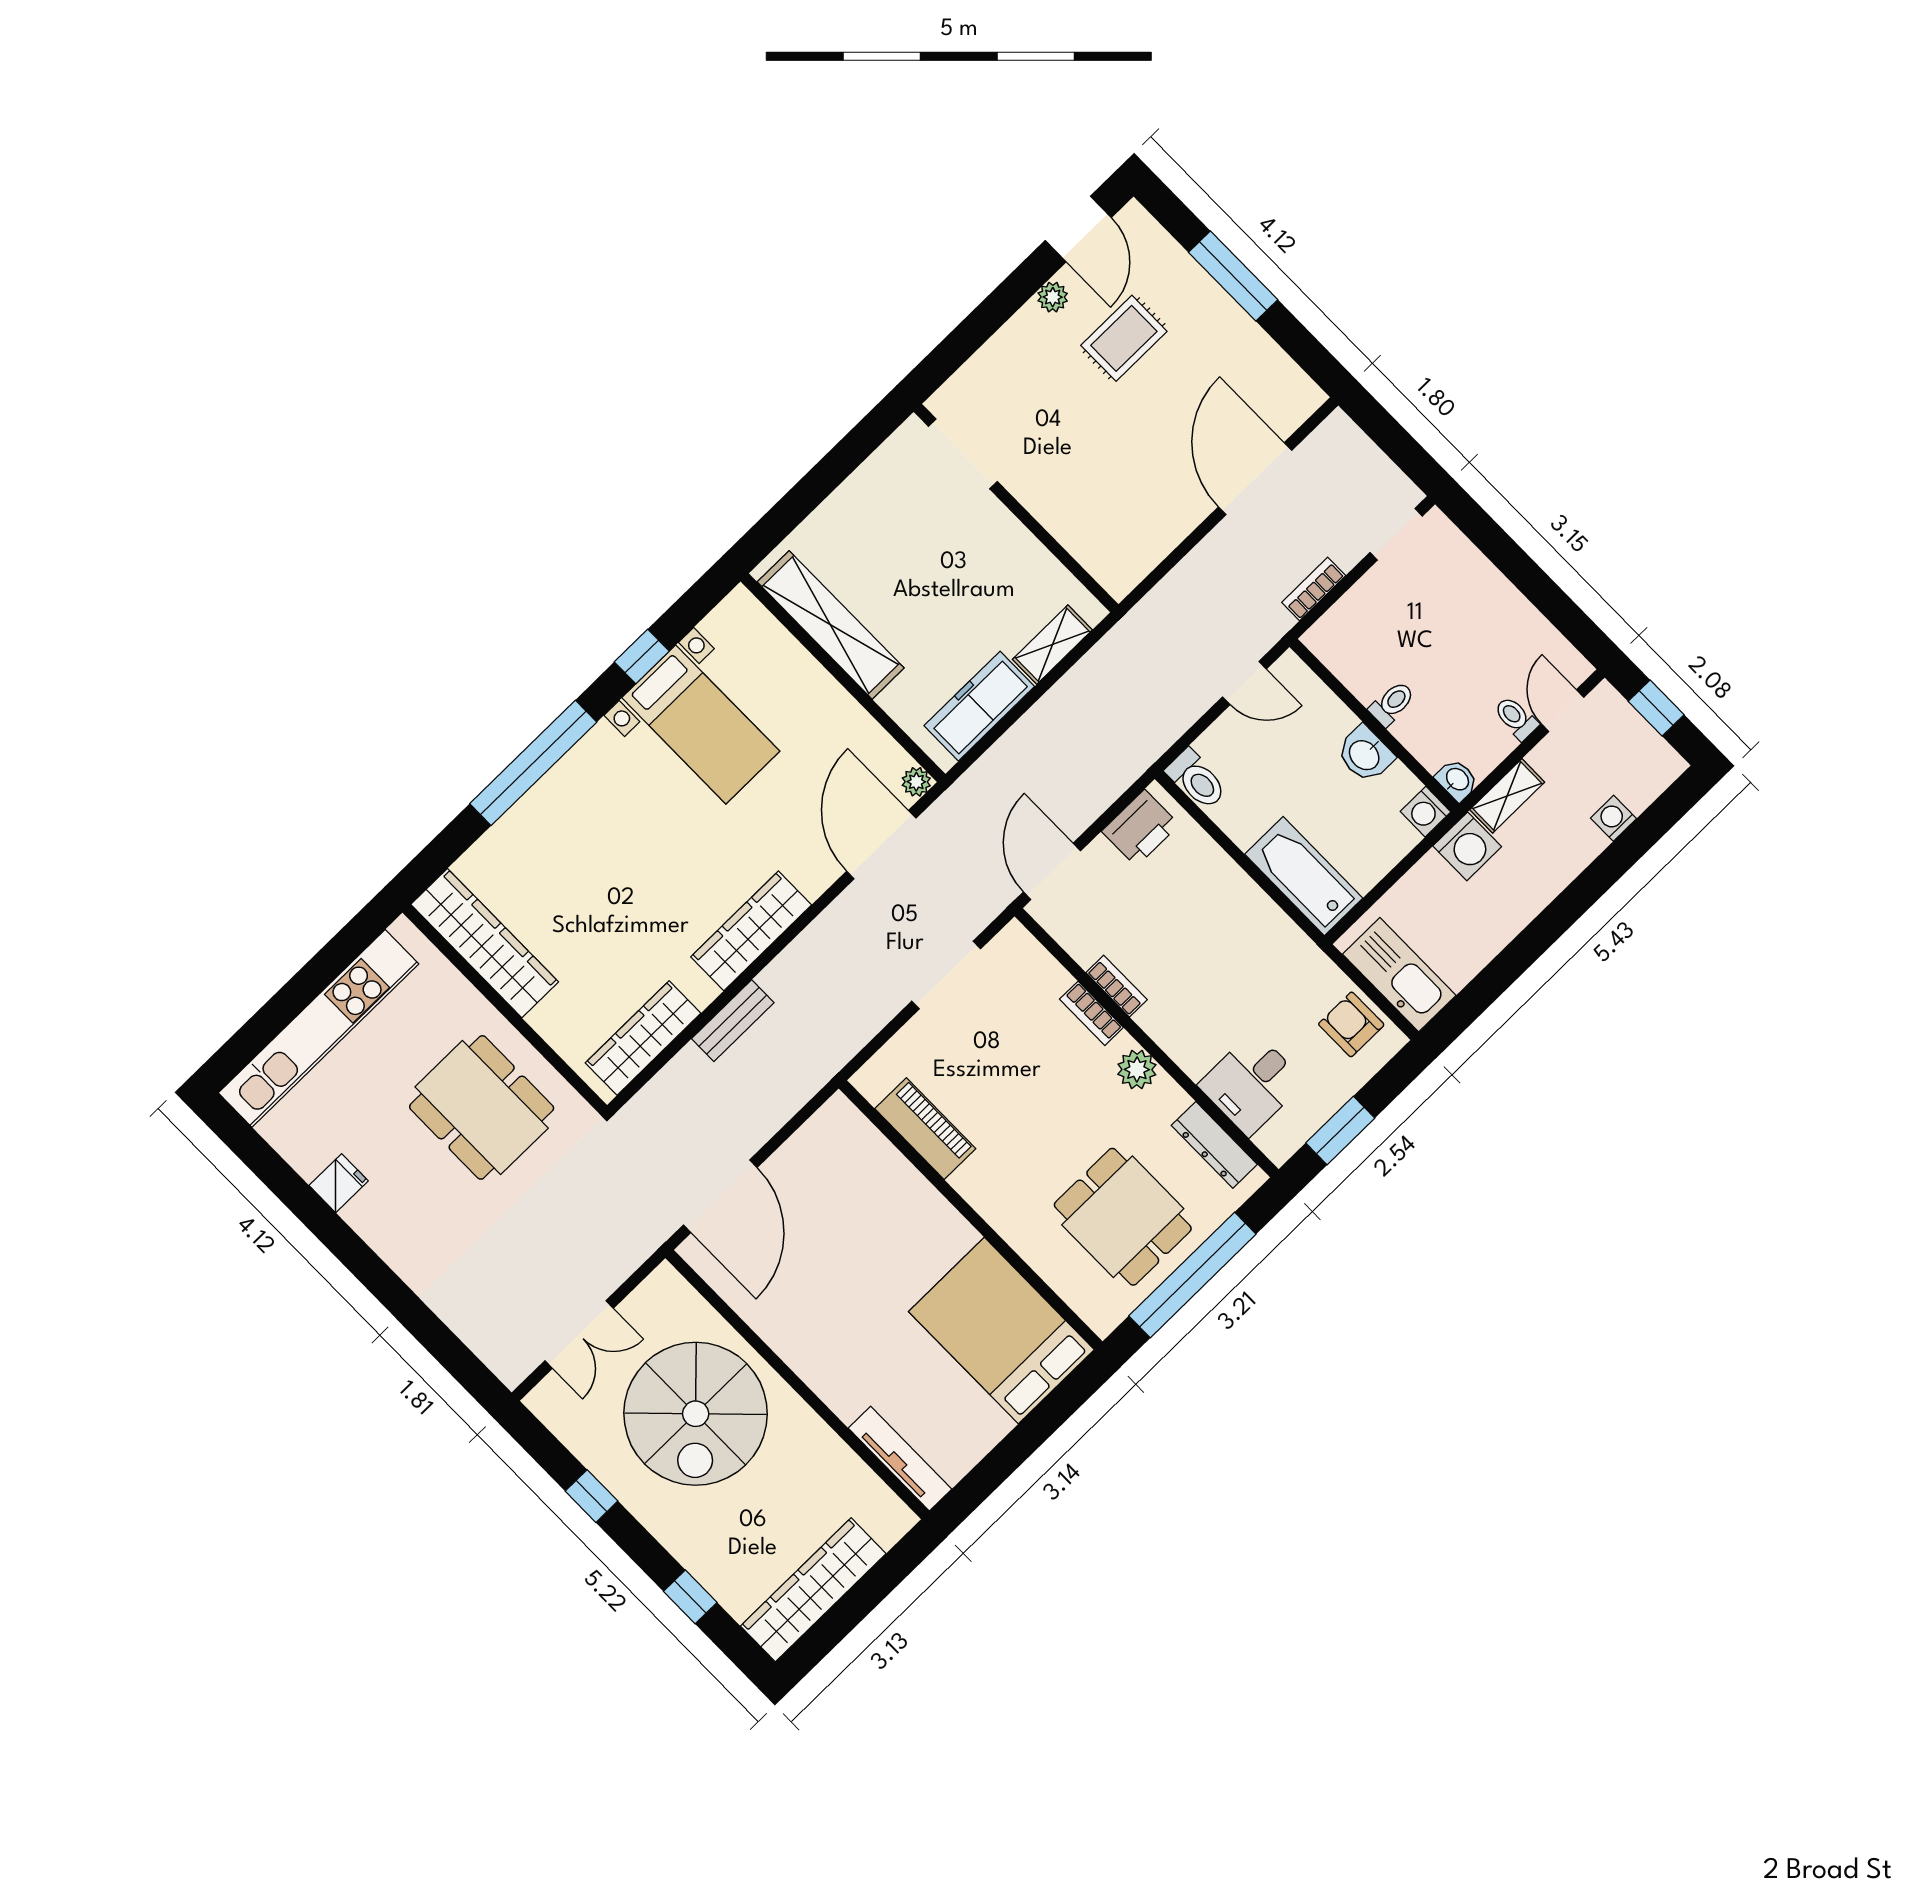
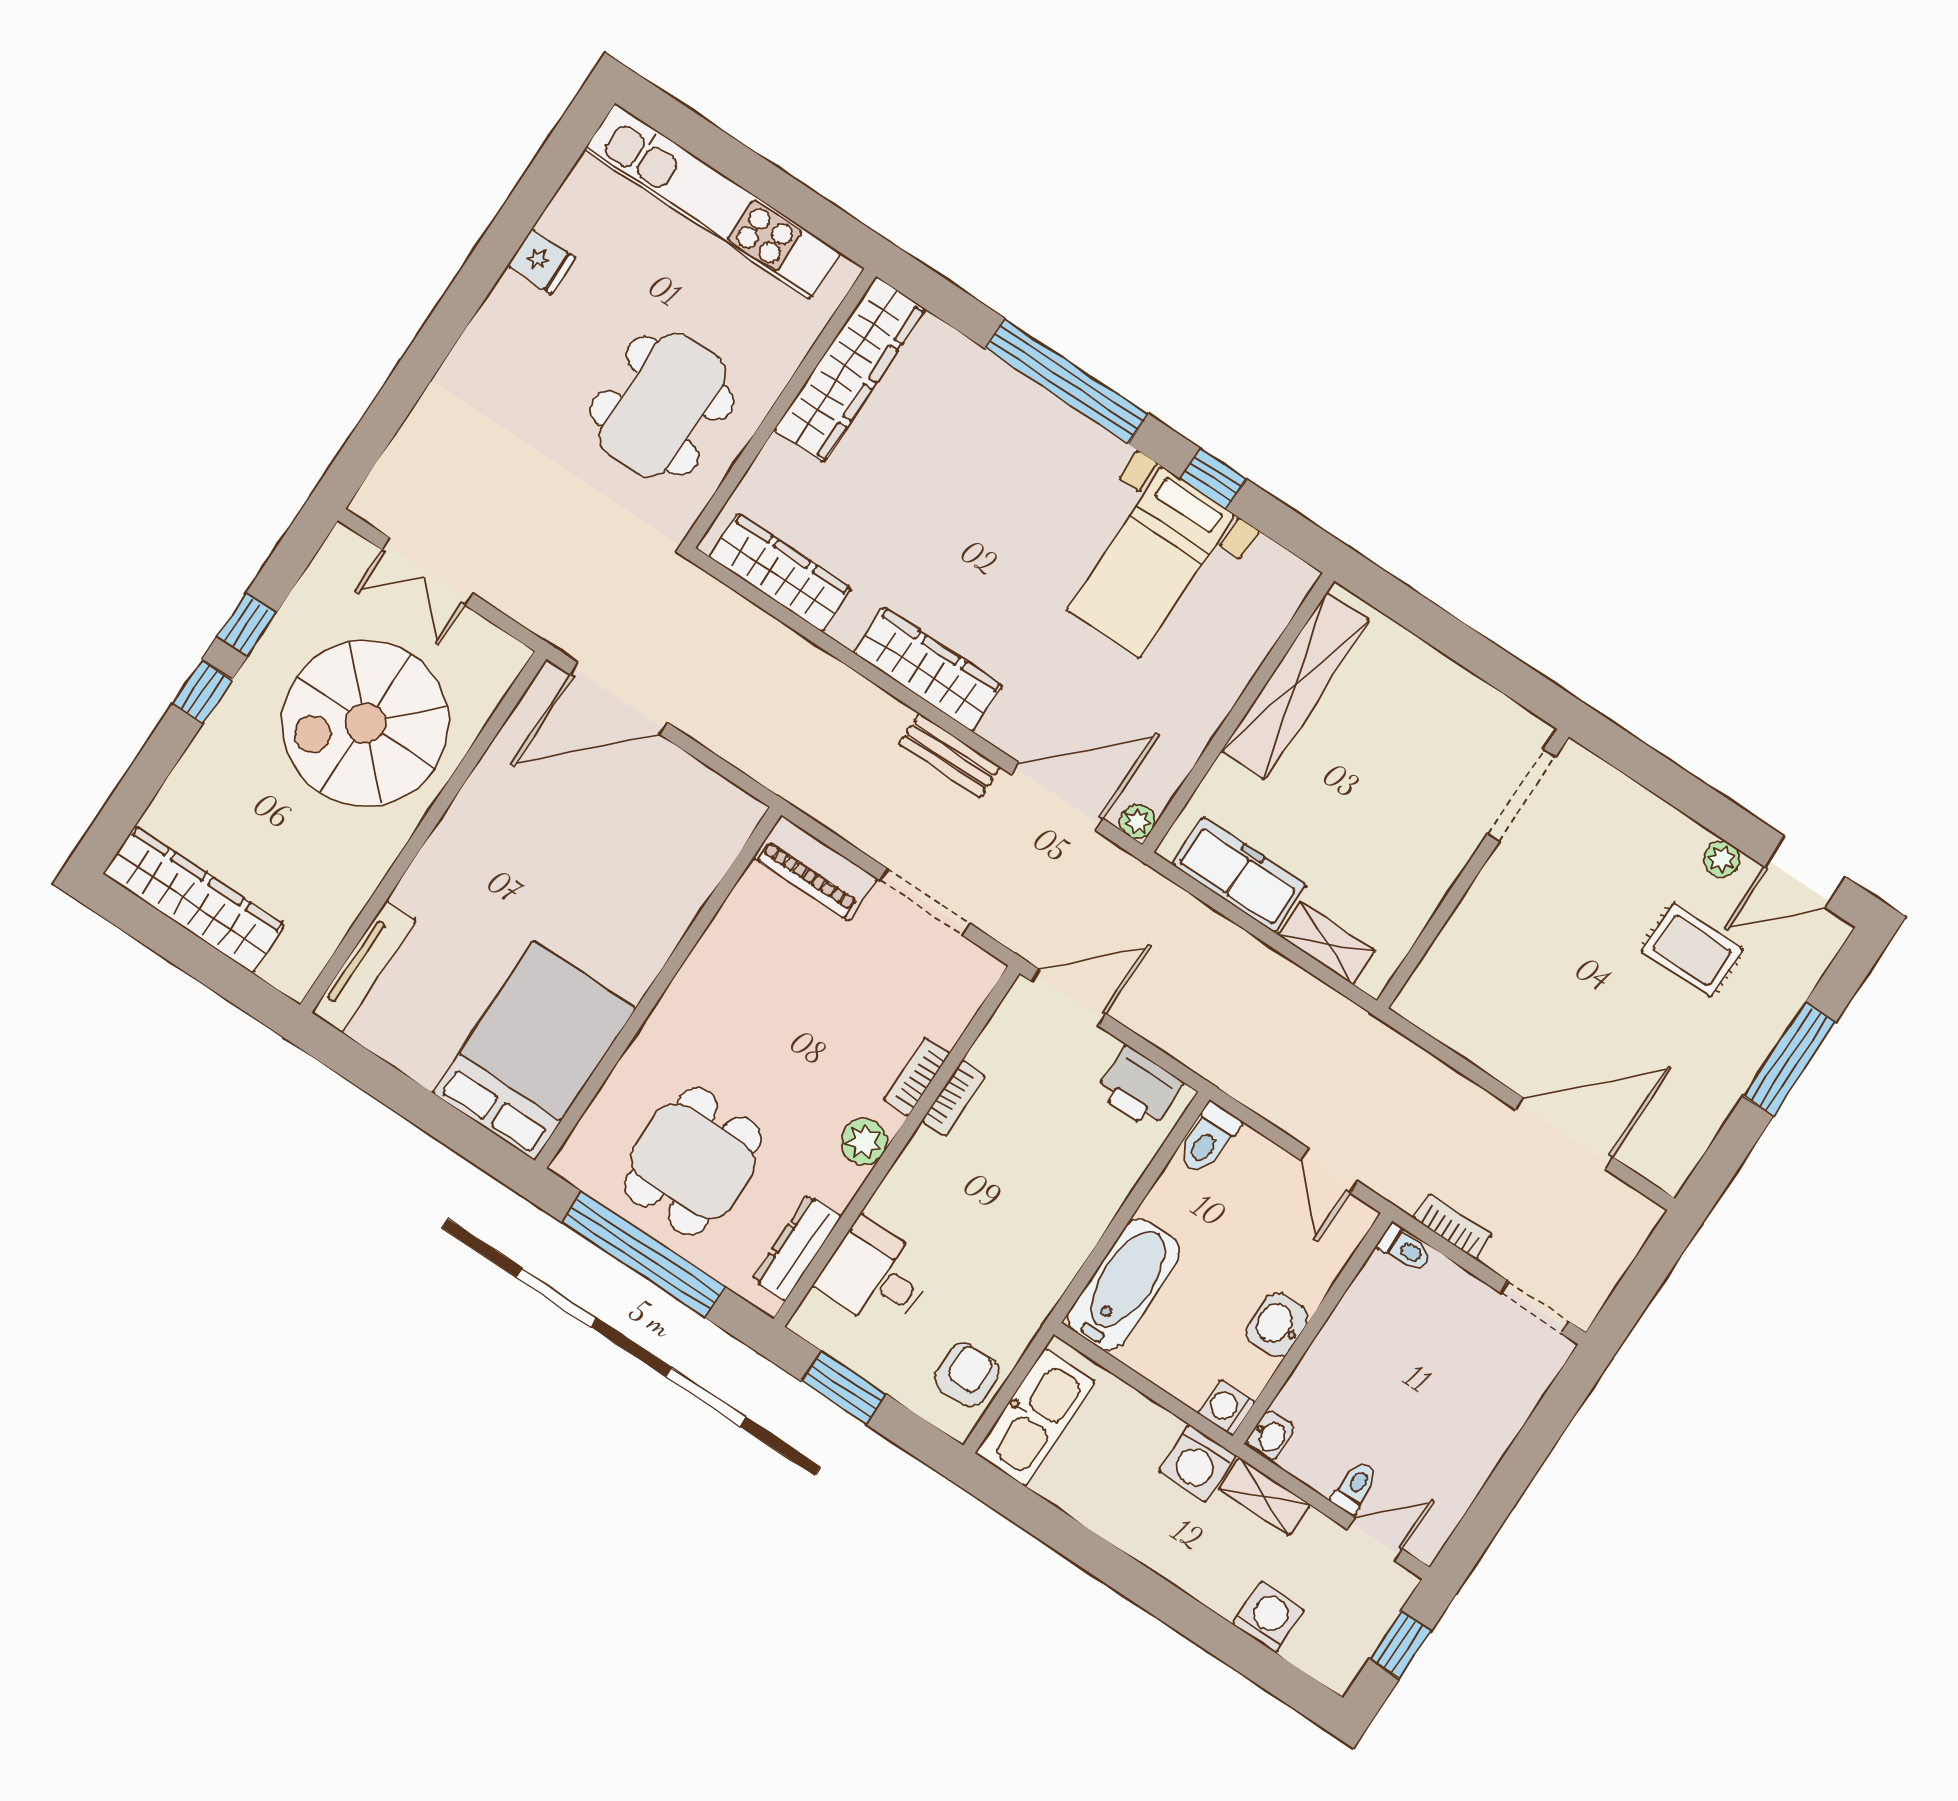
toilet: (1392, 703) -> (1405, 1248), moved
washing machine: (1613, 818) -> (1268, 1617), width x1.38, depth x1.38
bench: (733, 1021) -> (950, 756), moved
piano: (925, 1129) -> (815, 868), moved, turned 90
window: (690, 1597) -> (202, 692), moved

